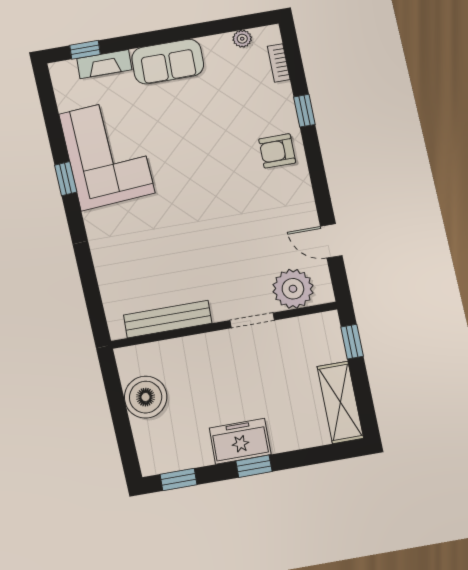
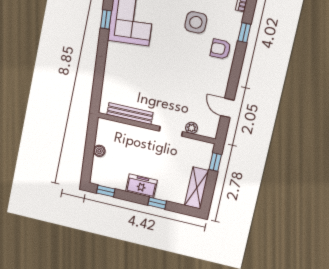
side table: (219, 125) -> (196, 22), added
plant: (293, 289) -> (192, 128), width x0.53, depth x0.53
boiler: (146, 397) -> (99, 151), width x0.54, depth x0.54
window: (254, 466) -> (157, 203), moved

